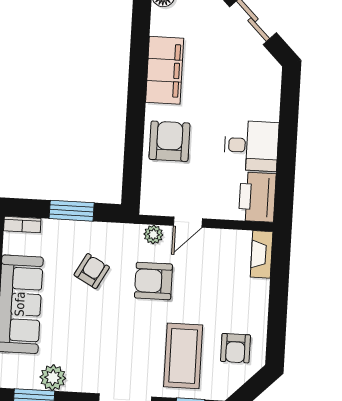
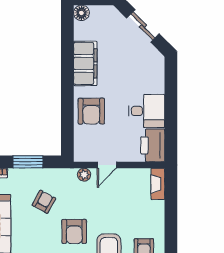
armchair: (169, 141) -> (91, 111), turned 180
armchair: (153, 281) -> (74, 231), moved, turned -90

